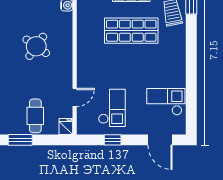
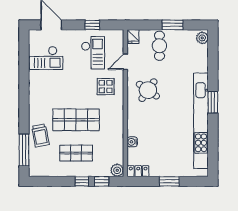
round table: (36, 46) -> (148, 90), moved
display table: (97, 69) -> (106, 87), added
checkout: (112, 108) -> (93, 53), turned 180

